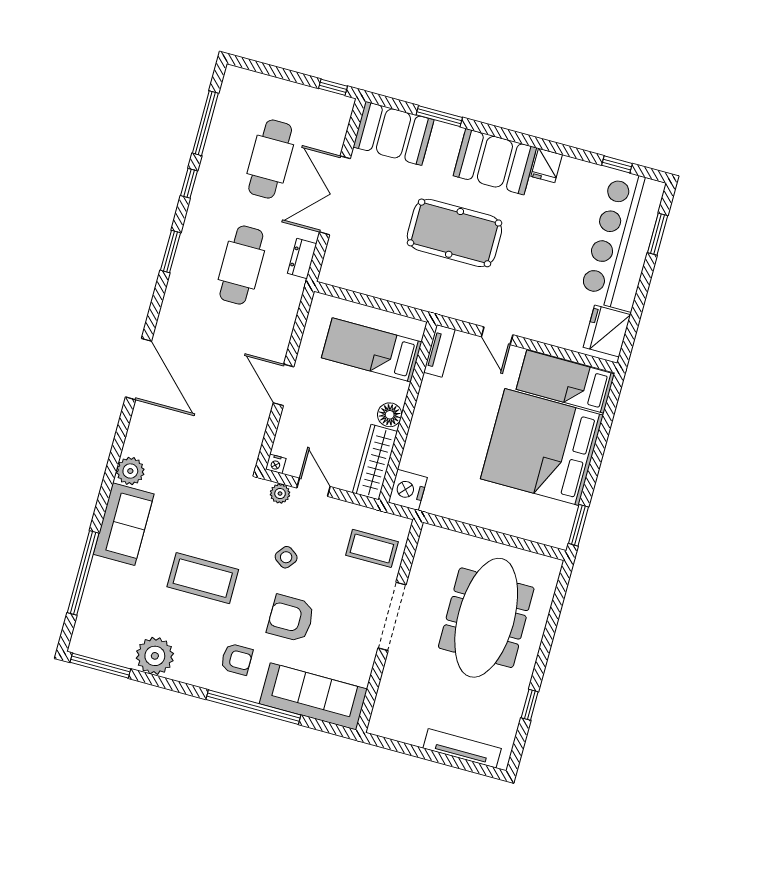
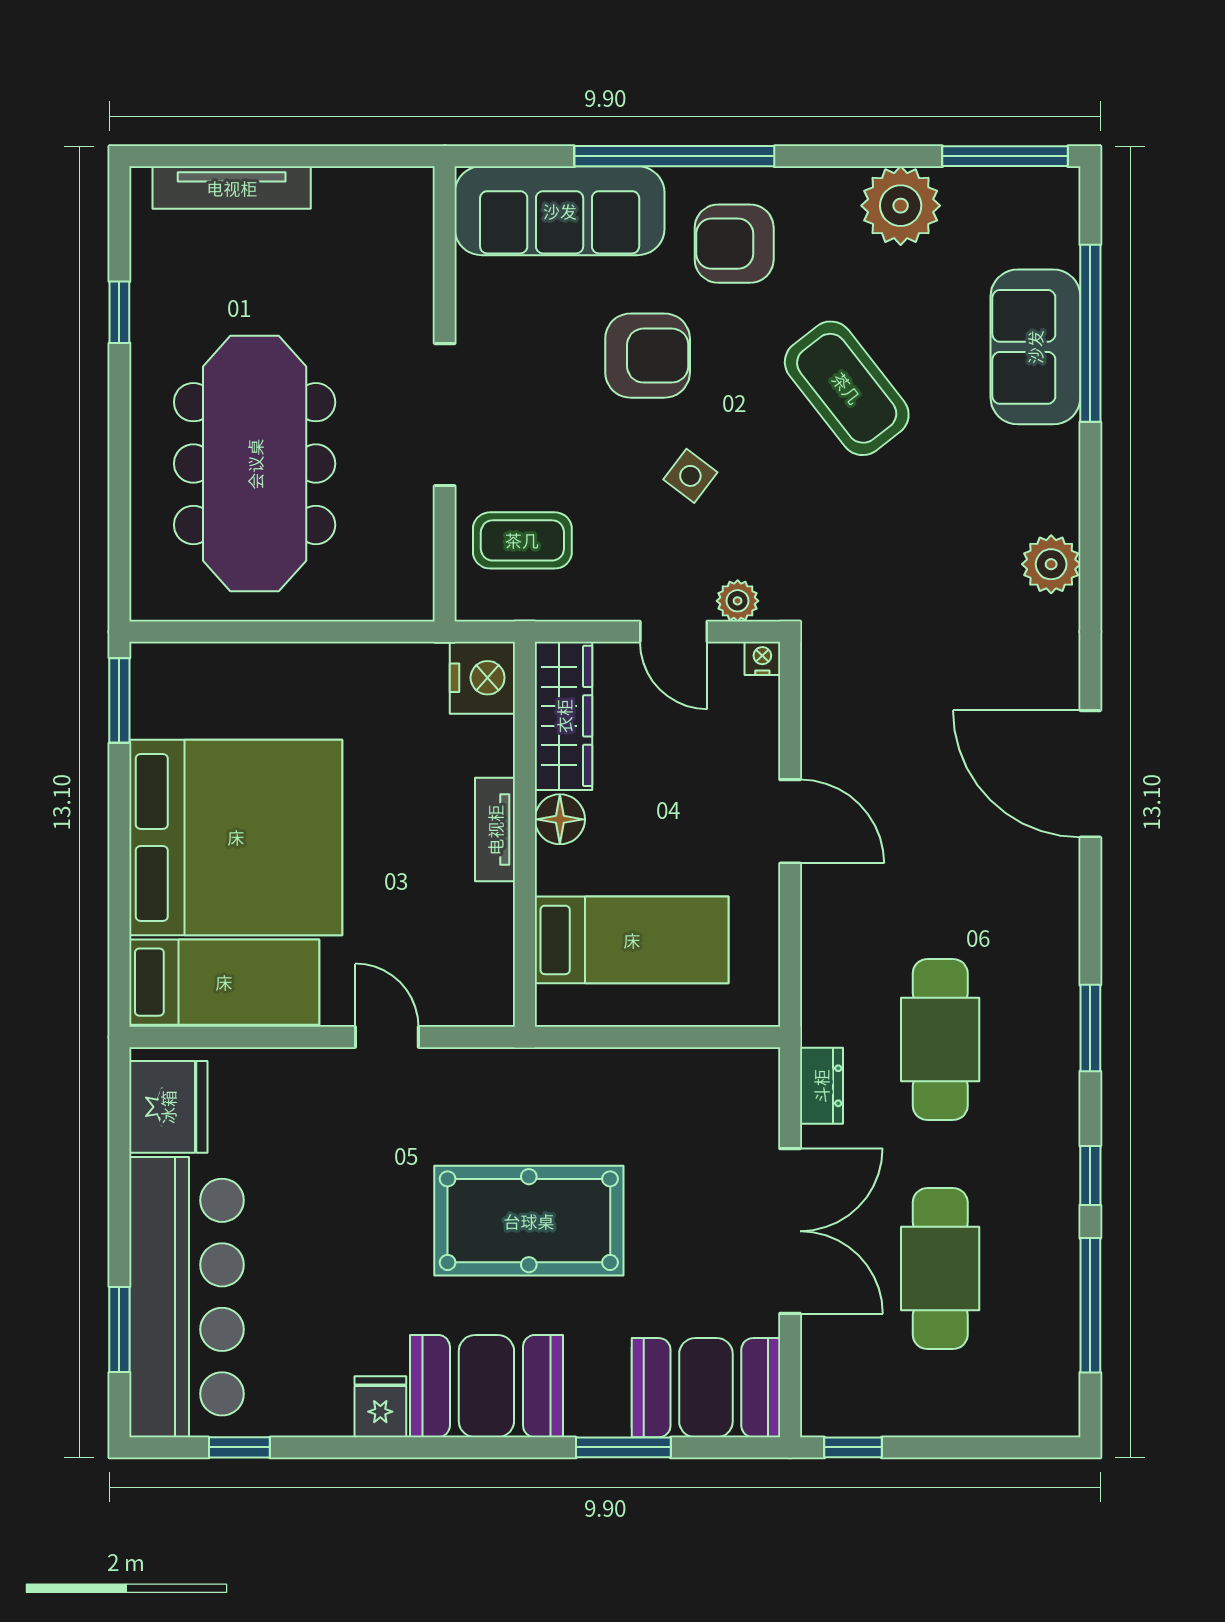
tv unit: (439, 351) -> (495, 830), moved
sofa: (124, 524) -> (1035, 347), moved
coffee table: (203, 578) -> (847, 388), turned 52
armchair: (237, 659) -> (734, 244), width x1.38, depth x1.38

